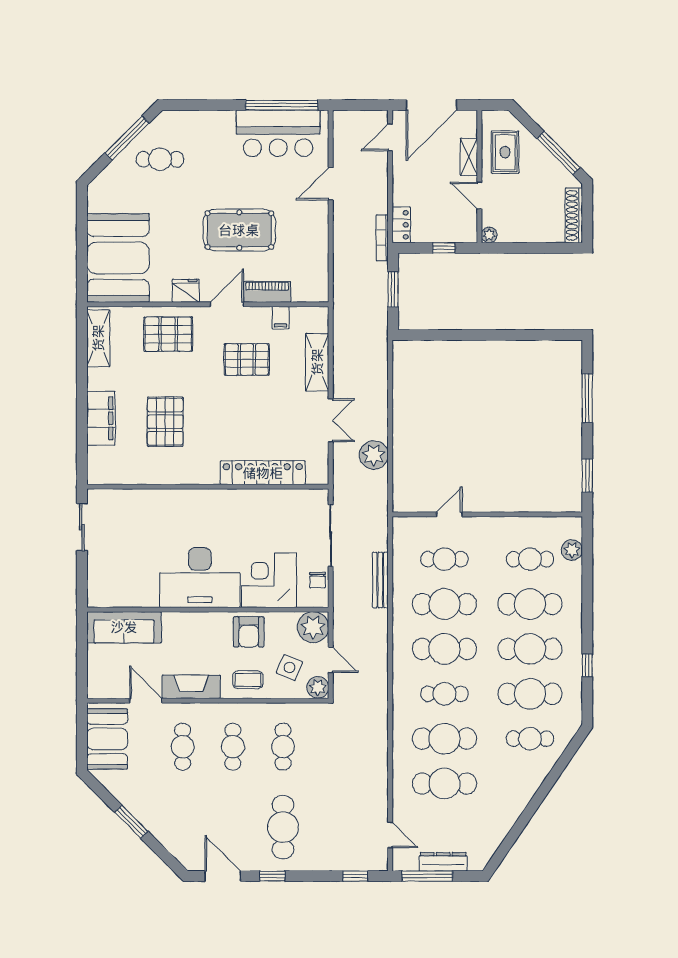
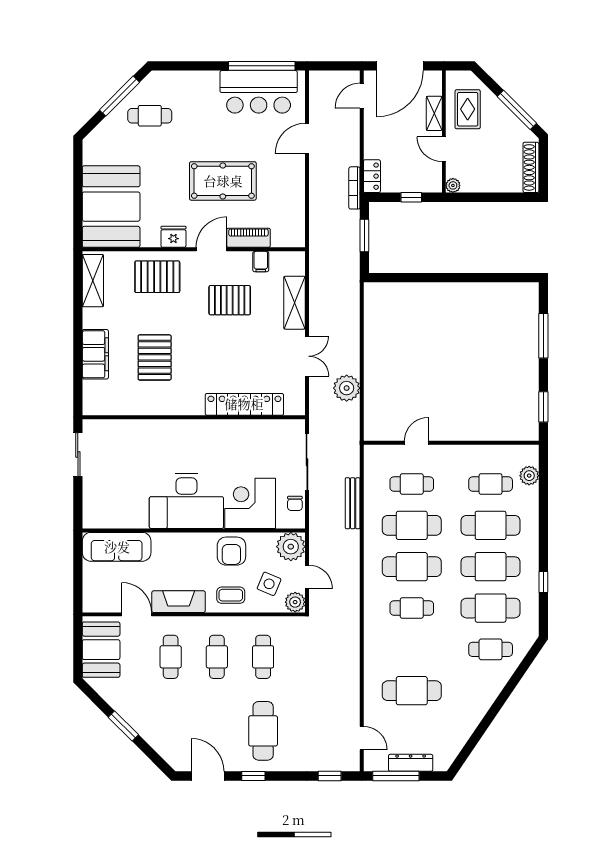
cafe table: (444, 739) -> (412, 649), removed

